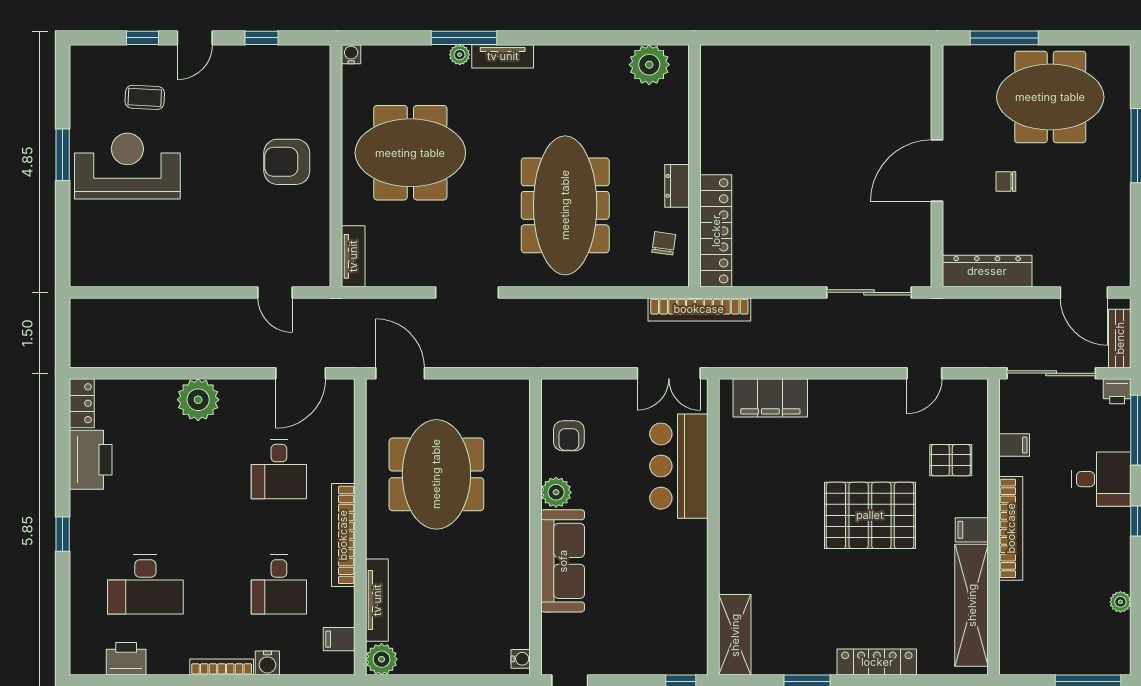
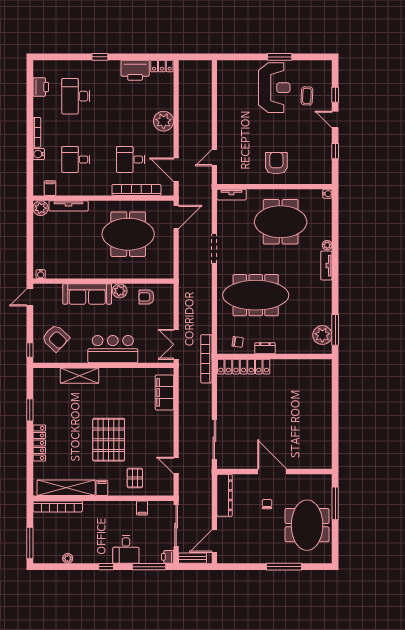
window: (464, 38) -> (335, 330), moved
meeting table: (410, 153) -> (281, 222), turned 90
bar counter: (679, 466) -> (113, 349), moved
bookcase: (1011, 528) -> (58, 506), moved
bookcase: (343, 535) -> (136, 190), moved
armchair: (656, 627) -> (56, 338), added
shelving: (735, 635) -> (79, 376), moved

